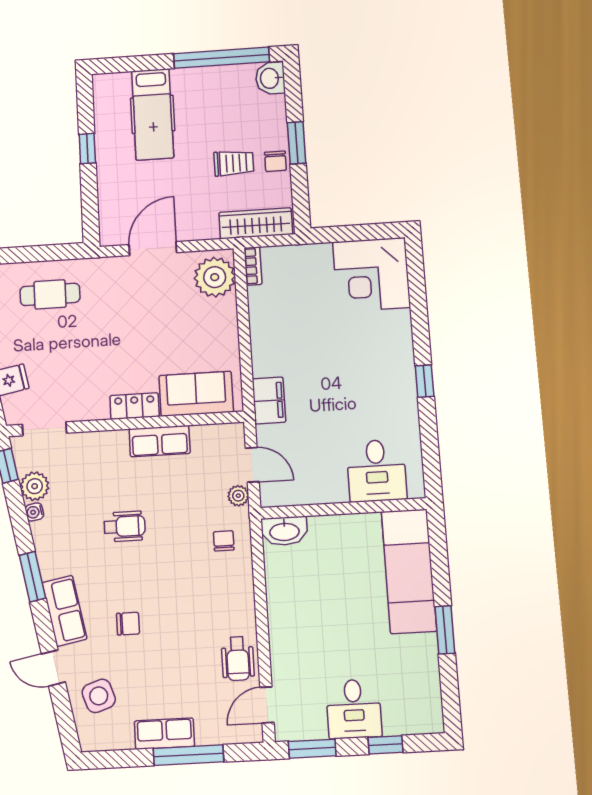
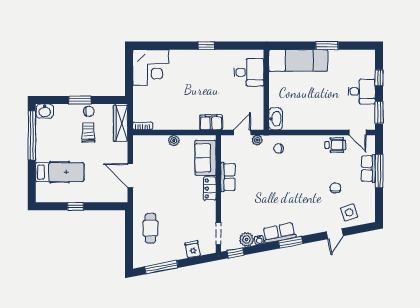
plant: (215, 277) -> (174, 141), moved, width x0.53, depth x0.53
wheelchair: (125, 526) -> (269, 196), removed
row of seats: (64, 611) -> (279, 233), moved
chair: (128, 624) -> (335, 188), moved
row of seats: (164, 734) -> (368, 169), moved

